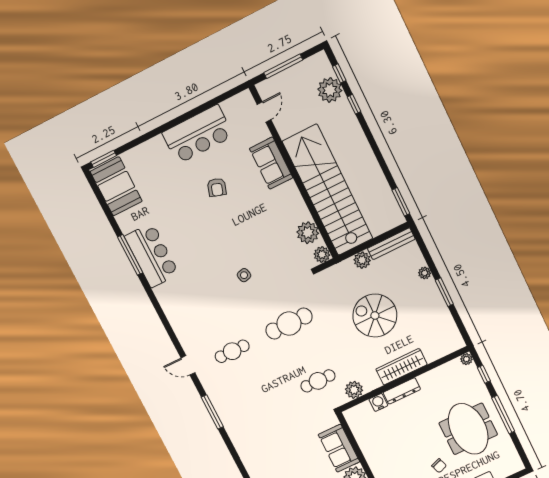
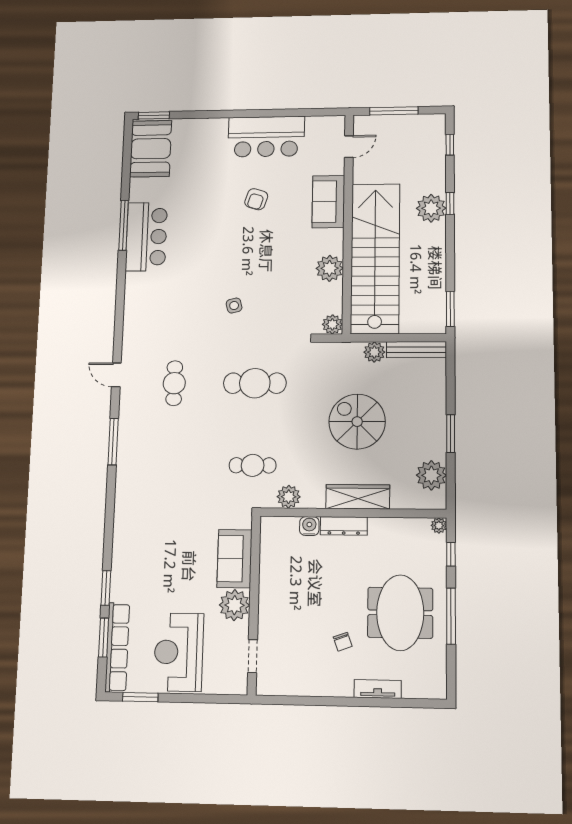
plant: (330, 90) -> (431, 208), moved
window: (354, 104) -> (450, 203), moved
plant: (308, 233) -> (330, 268), moved
plant: (425, 273) -> (431, 475), moved, width x1.88, depth x1.88
cafe table: (232, 351) -> (174, 383), turned 90

